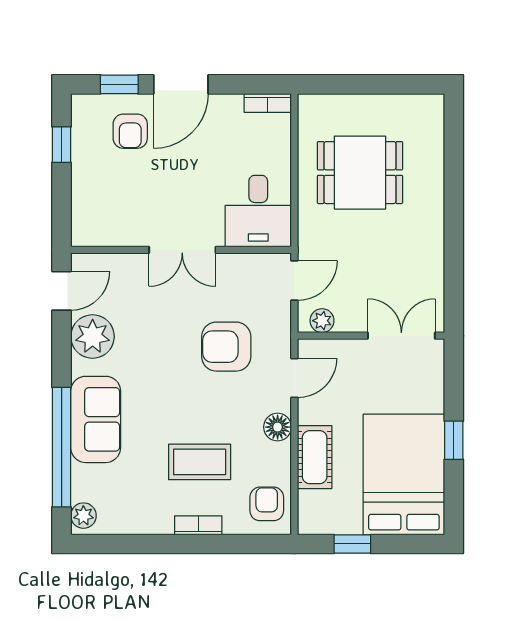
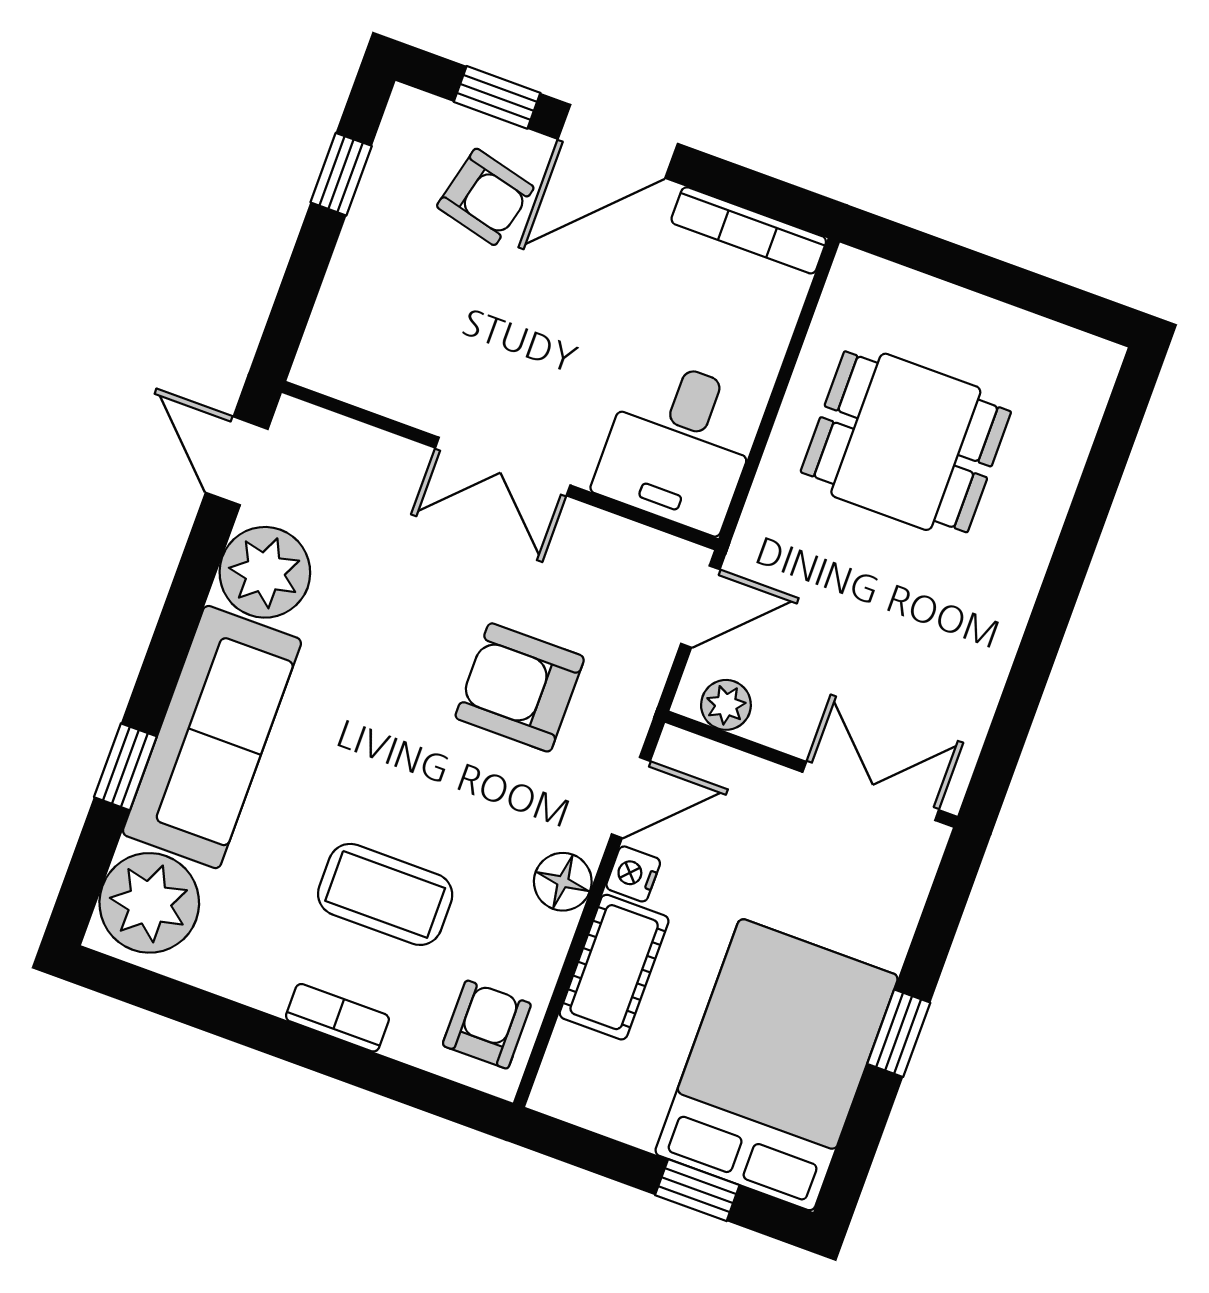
bookcase: (268, 103) -> (749, 230), width x1.56
armchair: (130, 131) -> (485, 197), turned -76
door: (62, 291) -> (237, 461), swing flipped
nightstand: (308, 412) -> (633, 874), added
sofa: (96, 419) -> (212, 737), width x1.36
window: (62, 447) -> (125, 767), width x0.32
plant: (83, 516) -> (149, 903), width x1.87, depth x1.87
window: (352, 544) -> (697, 1190), moved

